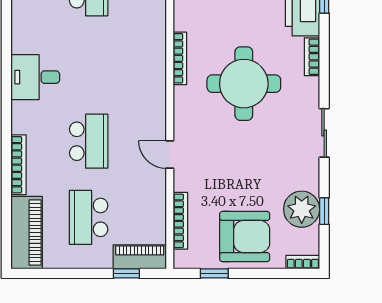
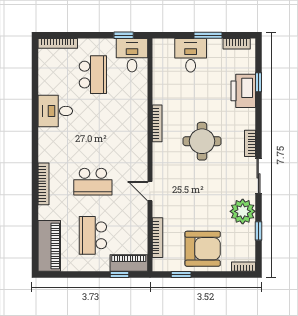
bookcase: (312, 57) -> (250, 143), moved
desk: (35, 77) -> (55, 111), moved
round table: (244, 84) -> (202, 141), width x0.73, depth x0.73
school desk: (89, 141) -> (93, 182), turned 90
bookcase: (19, 165) -> (44, 184), moved
plant: (302, 209) -> (243, 211), moved

